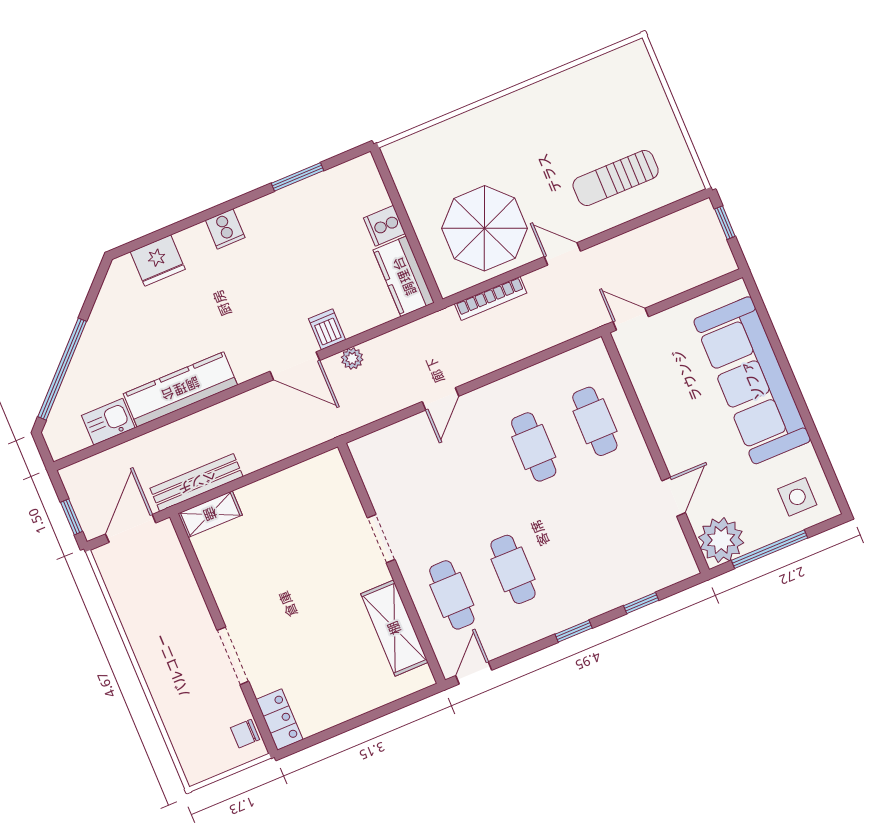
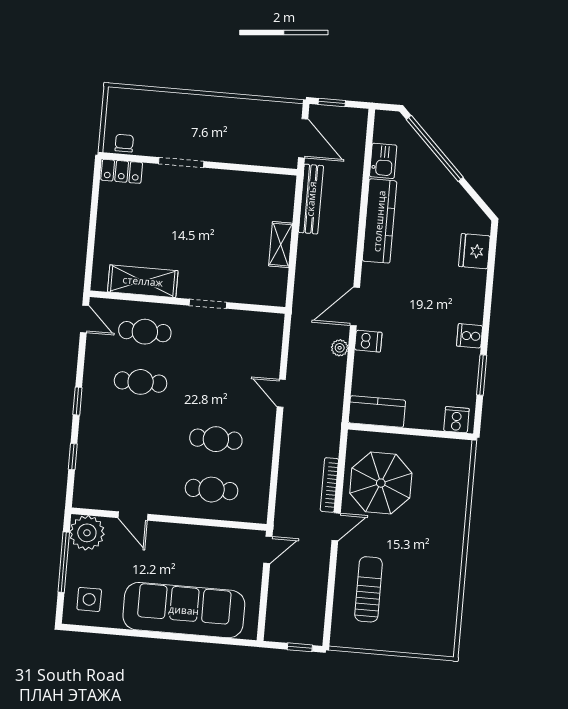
cooker: (384, 226) -> (456, 420), moved
cooker: (225, 229) -> (470, 336), moved
bookcase: (491, 298) -> (329, 485), moved
shelving: (210, 514) -> (281, 245), moved

